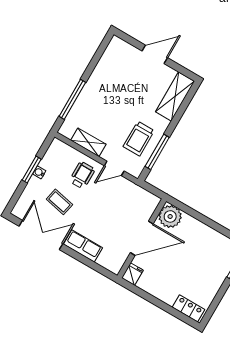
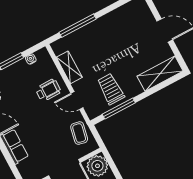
trolley: (139, 139) -> (111, 89), turned 90
water cooler: (39, 172) -> (31, 59), moved
coffee table: (59, 202) -> (79, 133), moved

